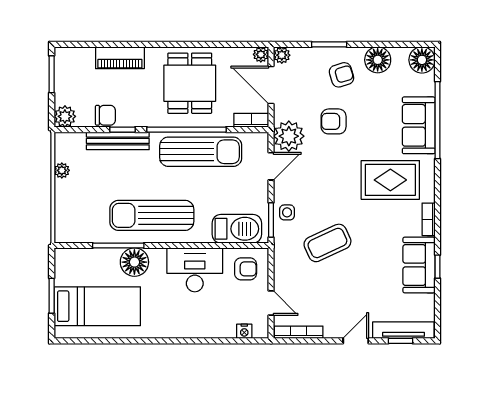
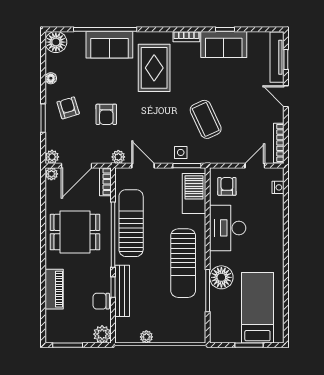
floor lamp: (378, 60) -> (51, 78), width x0.53, depth x0.53
chair: (105, 115) -> (101, 301), turned -90
plant: (289, 136) -> (118, 157), width x0.53, depth x0.53

